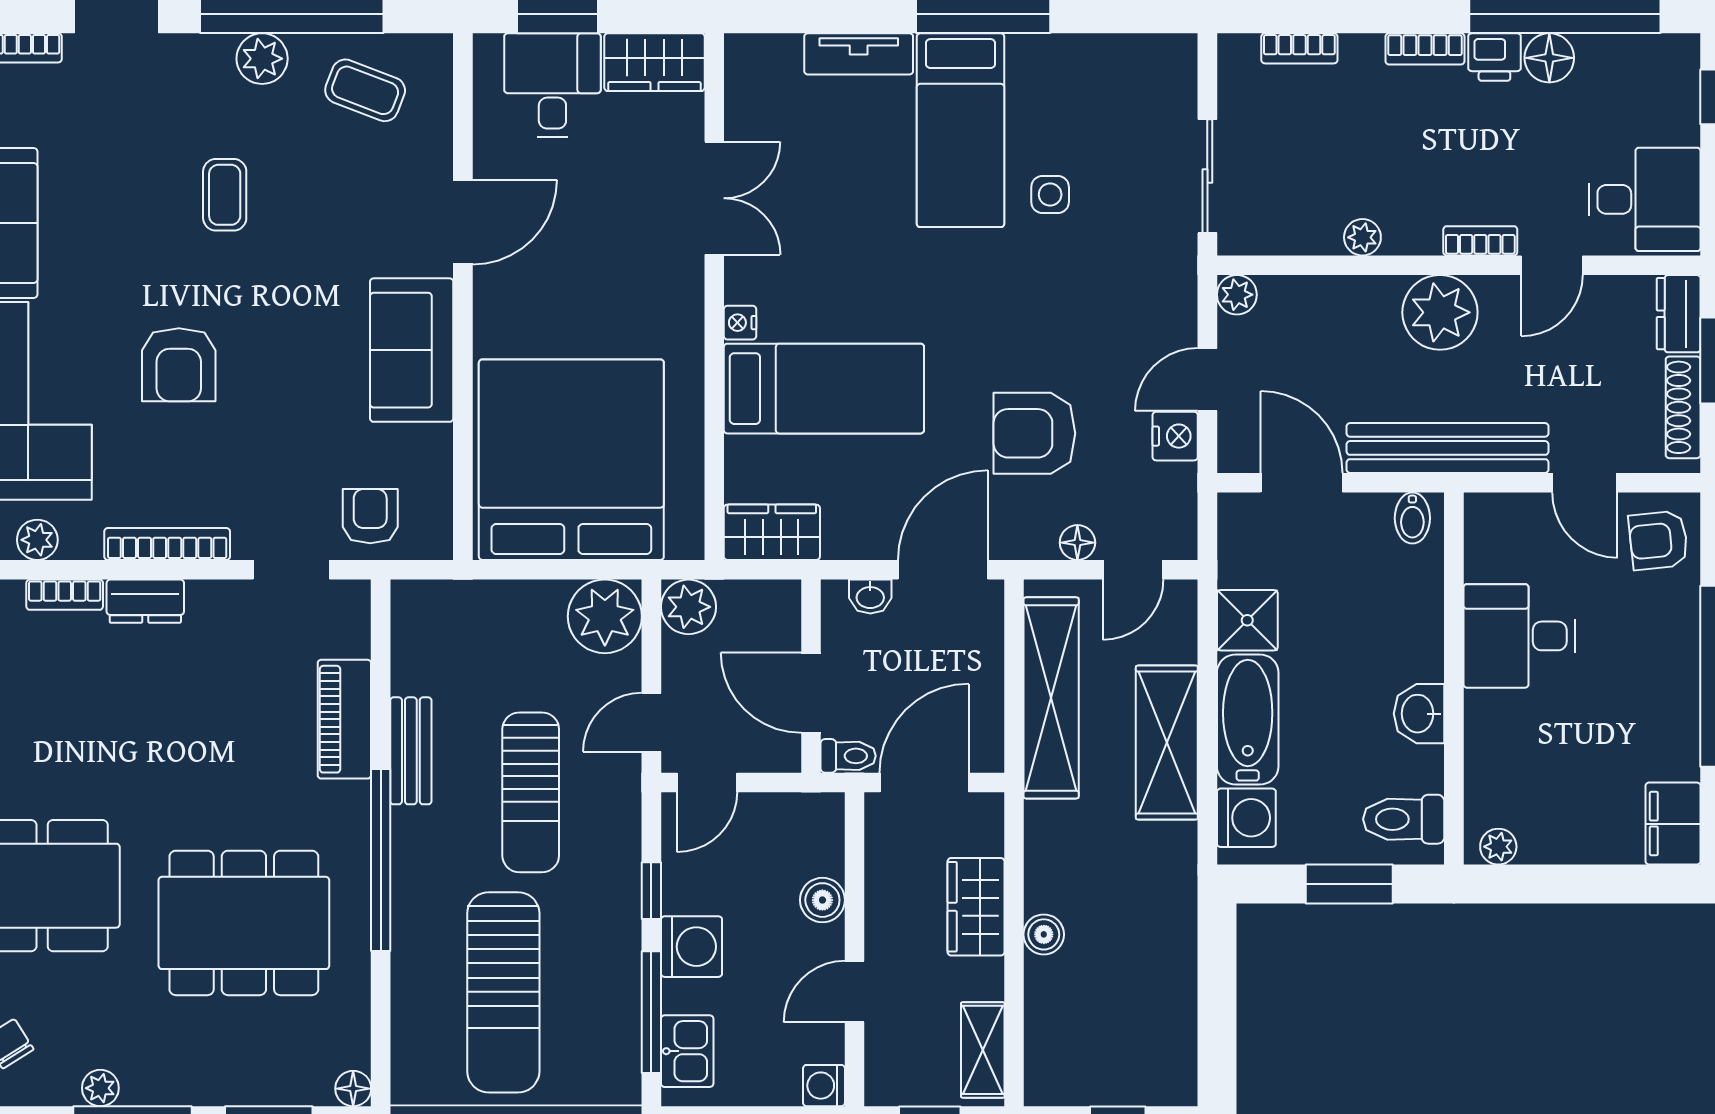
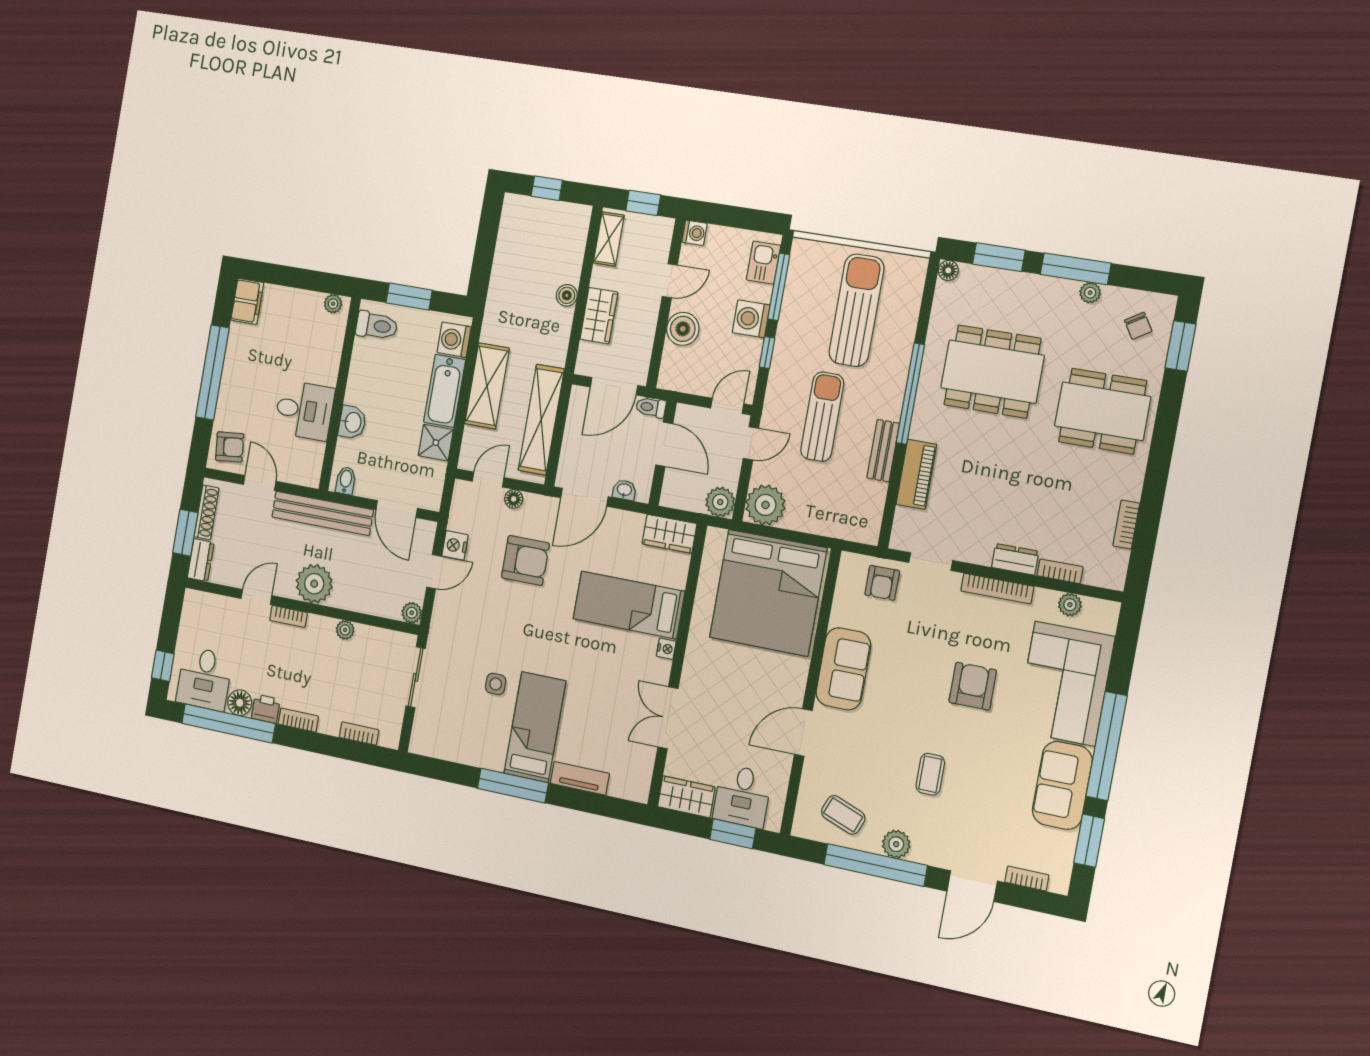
desk: (1645, 199) -> (204, 679), moved, turned -90
washbasin: (1419, 714) -> (352, 422), moved
boiler: (822, 900) -> (683, 329), width x1.36, depth x1.36

